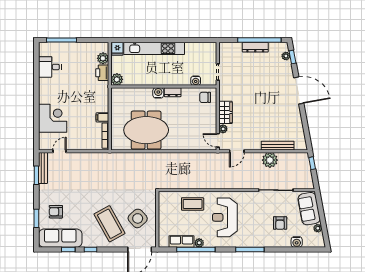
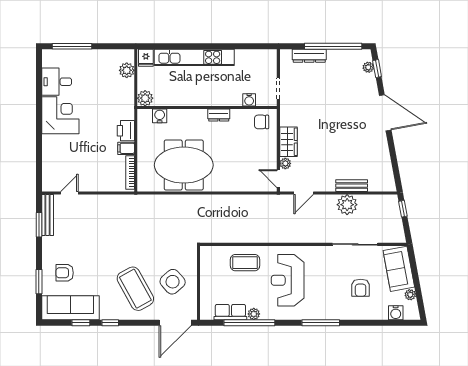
dresser: (255, 47) -> (309, 56), moved
printer: (102, 73) -> (126, 131), moved
water cooler: (158, 93) -> (160, 116), moved
corner desk: (53, 118) -> (60, 115), moved
bench: (278, 146) -> (352, 186), width x0.73
water cooler: (297, 242) -> (396, 313), moved

